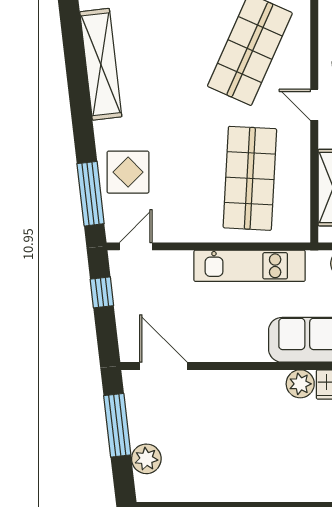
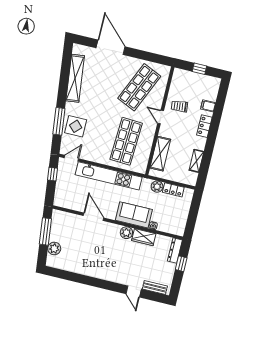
window: (91, 194) -> (59, 121), moved
kitchen unit: (250, 266) -> (109, 176), width x1.36
door: (163, 366) -> (93, 217), moved

